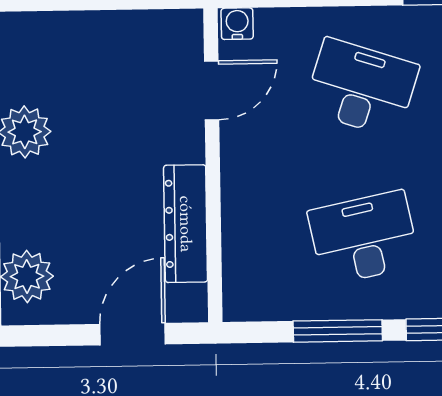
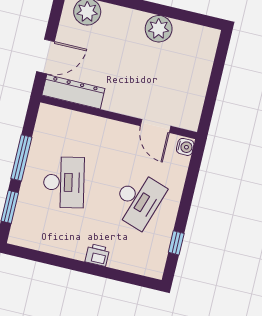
dresser: (186, 224) -> (73, 92), moved
door: (133, 334) -> (46, 57), hinge flipped

